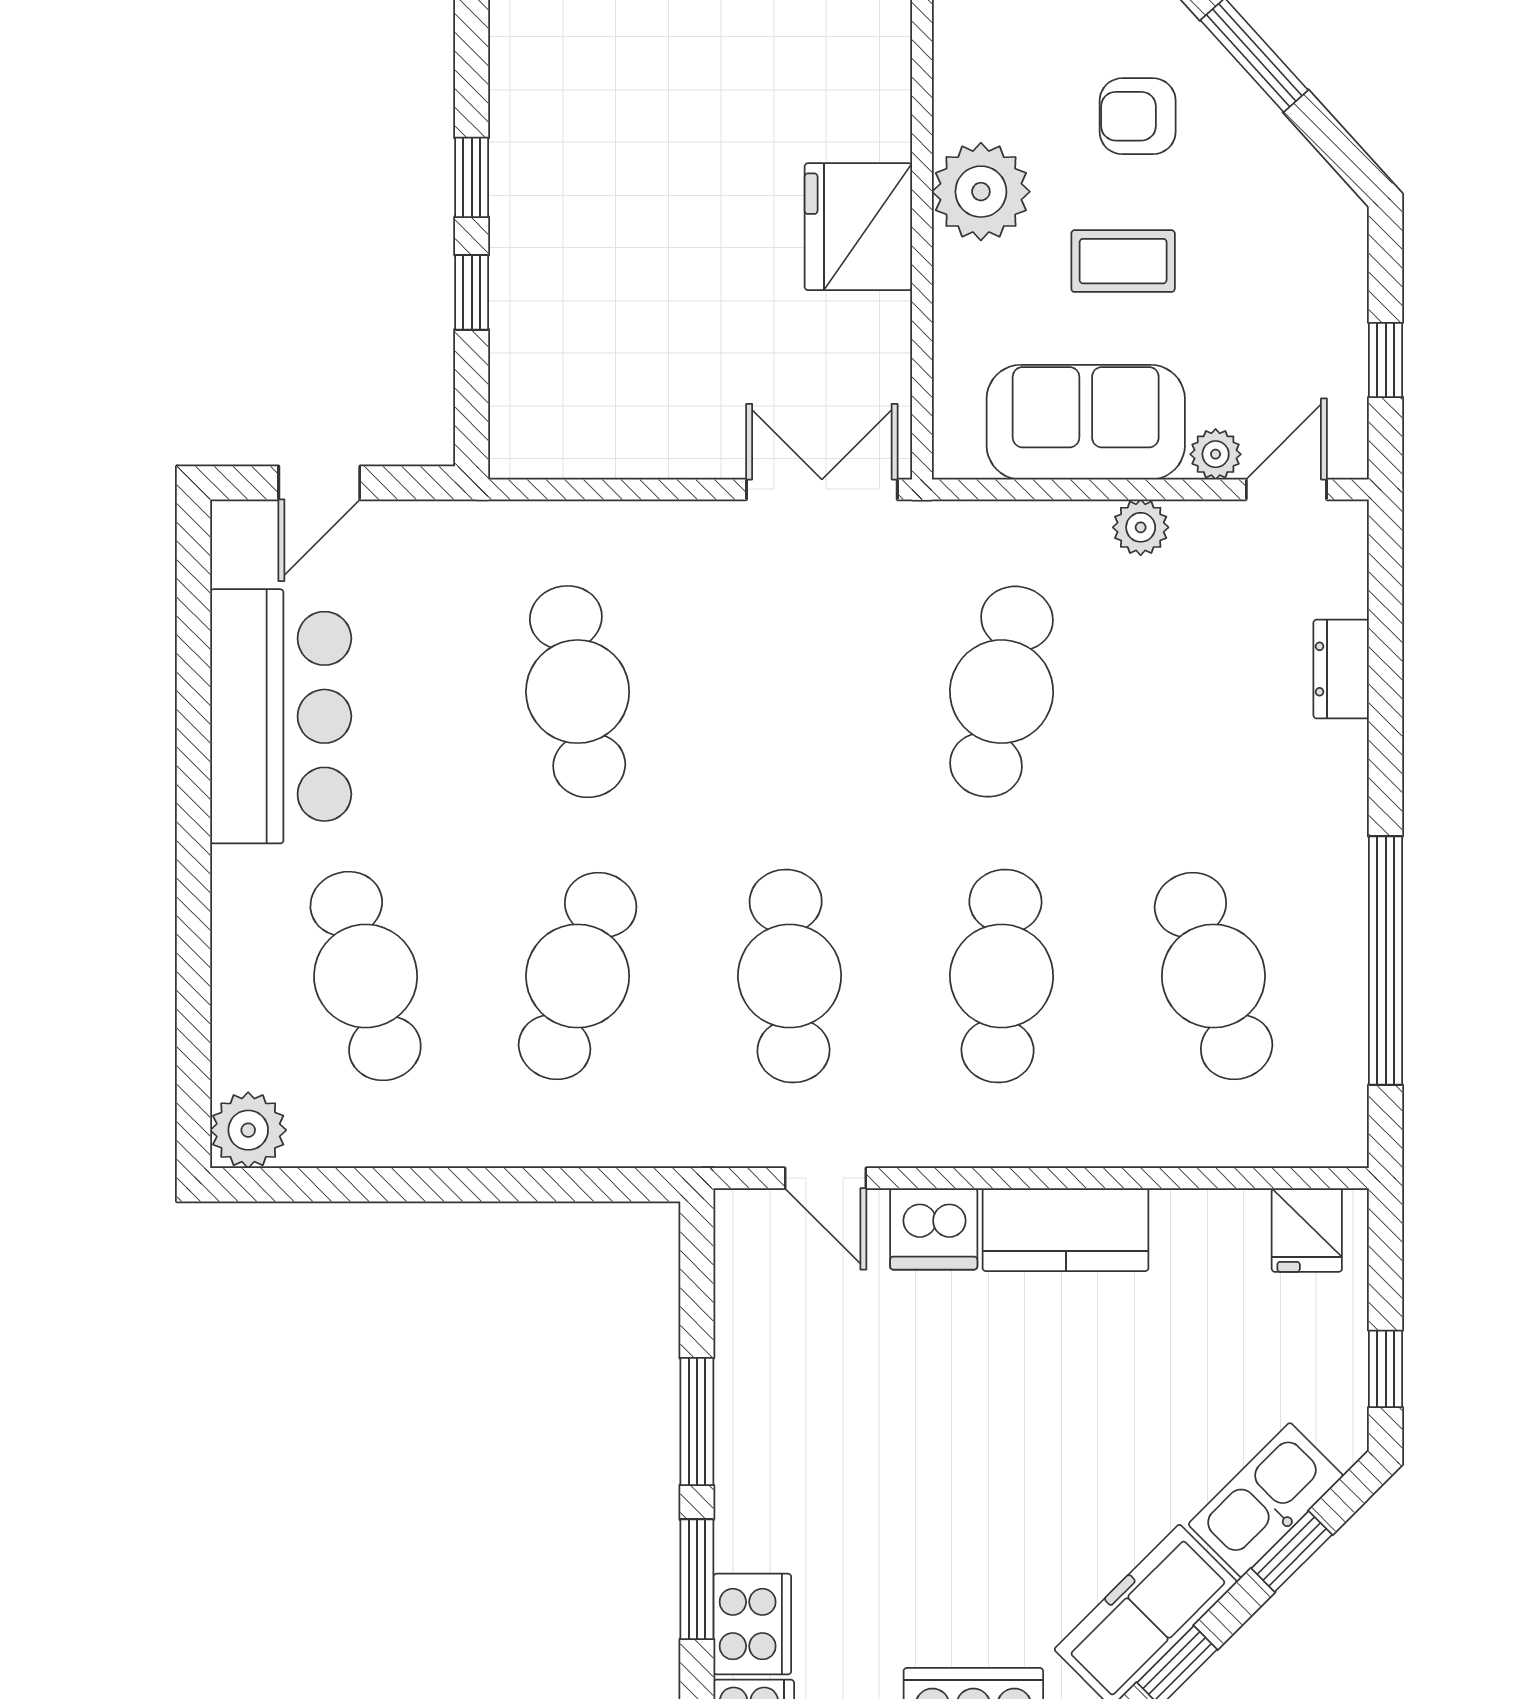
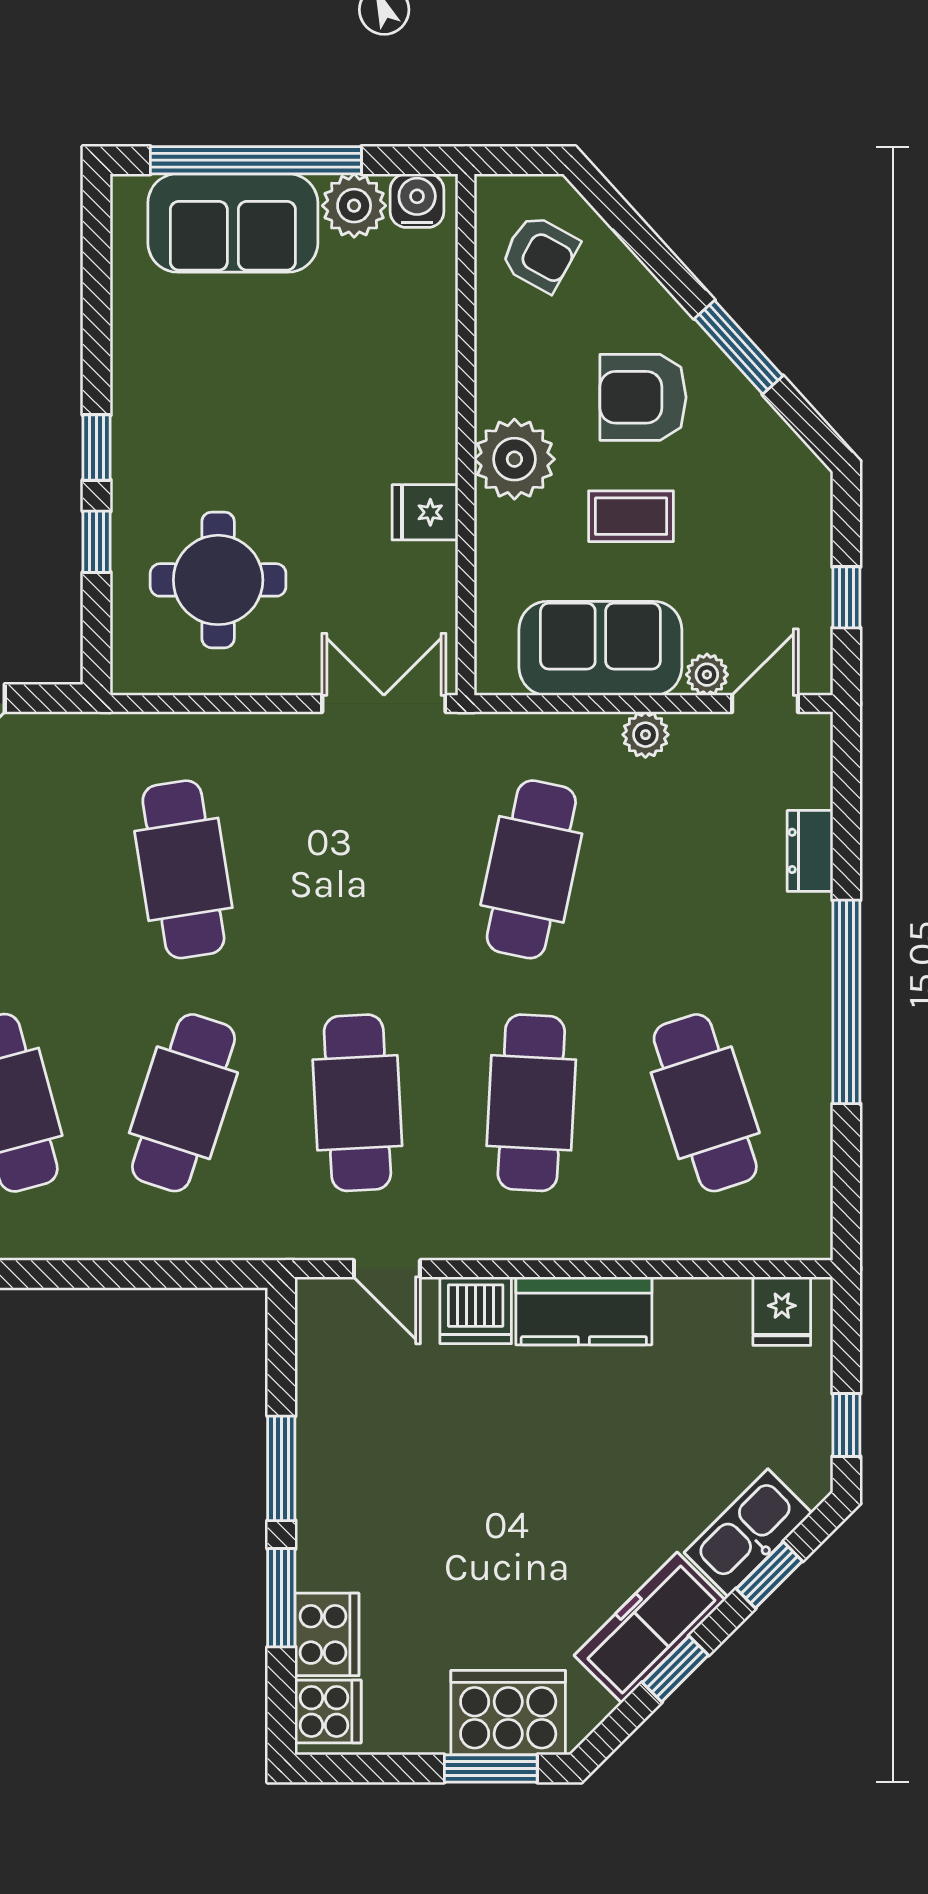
armchair: (1138, 116) -> (643, 397), width x1.38, depth x1.38
fridge: (858, 227) -> (425, 512), width x0.53, depth x0.75
round table: (620, 339) -> (218, 580), added
window: (1386, 961) -> (846, 1002), moved

